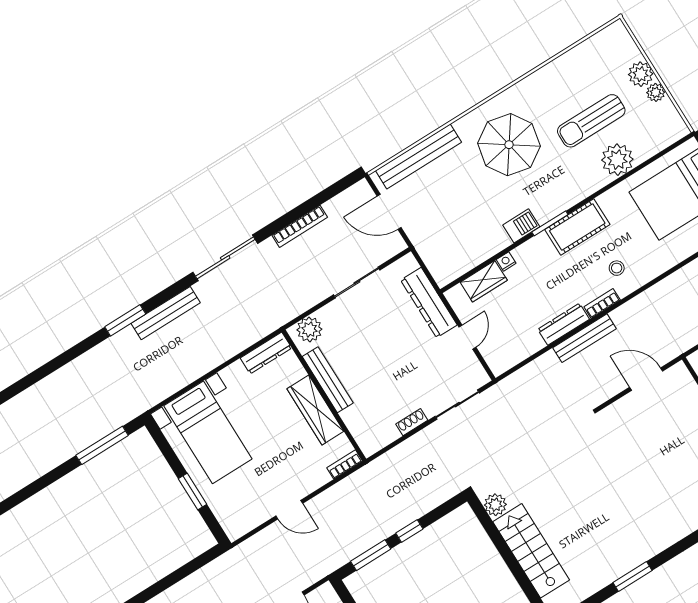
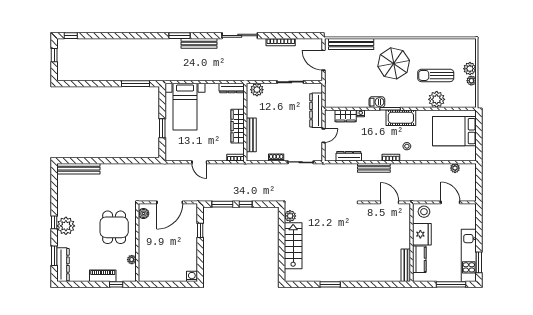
dresser: (564, 324) -> (349, 156), moved
bench: (328, 380) -> (251, 135), moved

